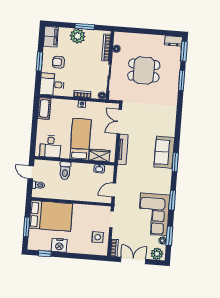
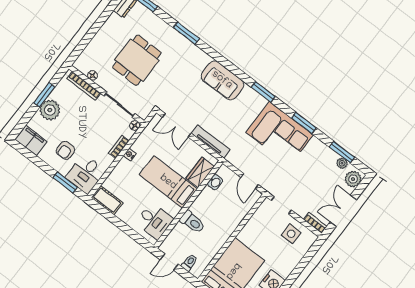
window: (39, 61) -> (65, 182), moved
window: (182, 80) -> (186, 33), moved
sofa: (164, 152) -> (222, 80), moved
corner sofa: (154, 214) -> (280, 134), moved

